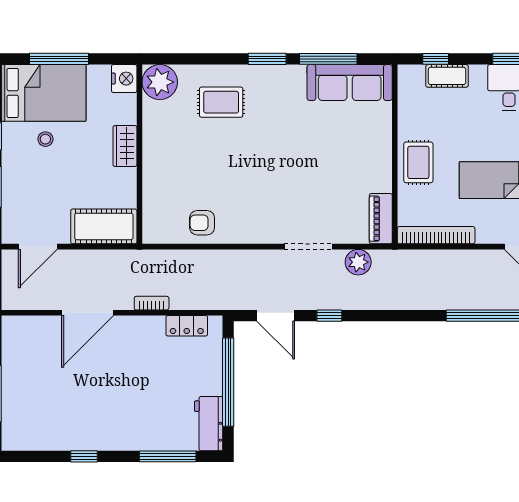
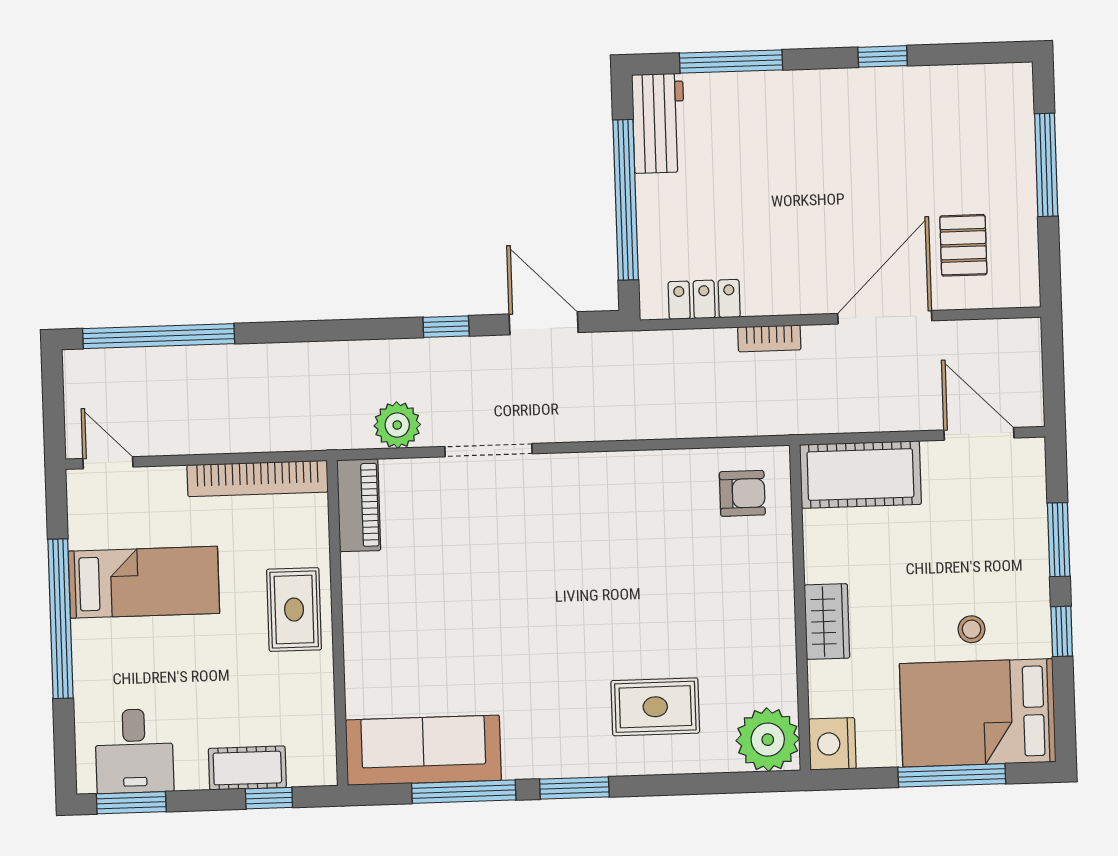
armchair: (202, 223) -> (742, 493), moved
door: (38, 247) -> (979, 434), hinge flipped
pallet: (43, 351) -> (963, 245), added

